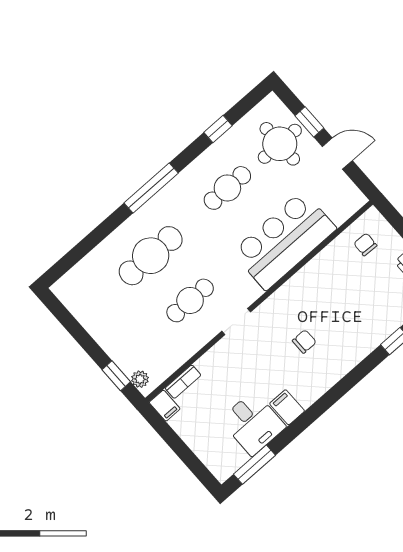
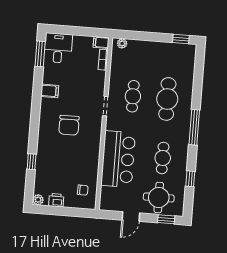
window: (309, 122) -> (166, 219), moved
chair: (304, 341) -> (69, 125), width x1.87, depth x1.87
window: (116, 376) -> (181, 39), moved
desk: (253, 423) -> (58, 48), moved, turned 90

